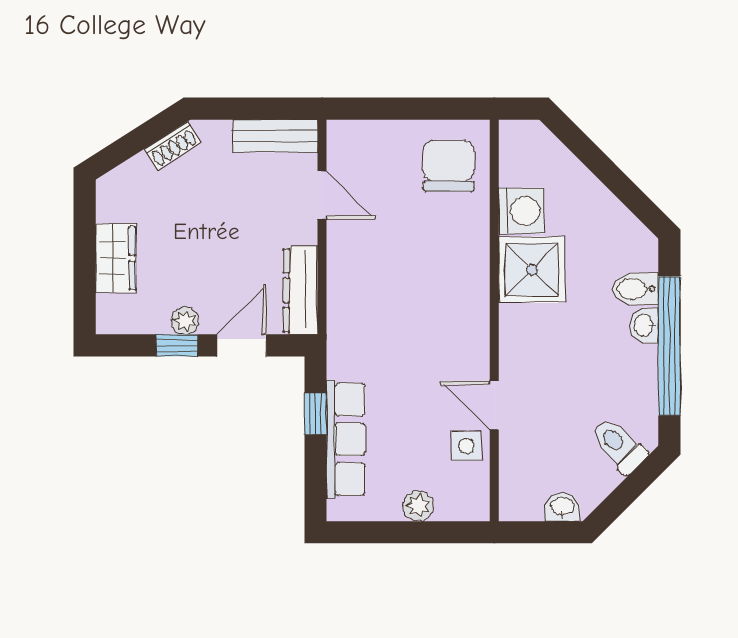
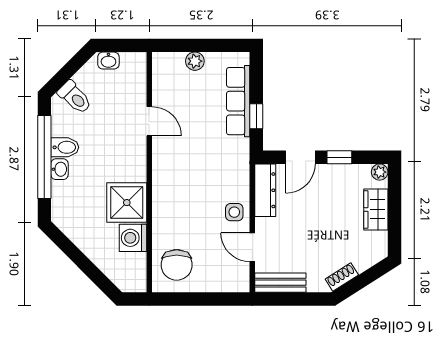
bidet: (635, 289) -> (65, 147), moved
plant: (185, 321) -> (380, 172), moved
side table: (466, 446) -> (234, 212), moved

